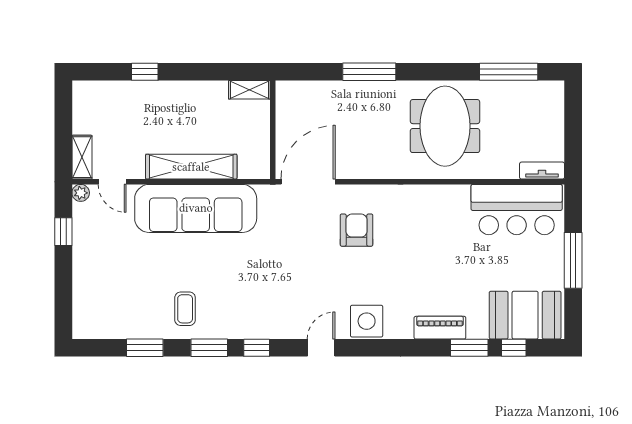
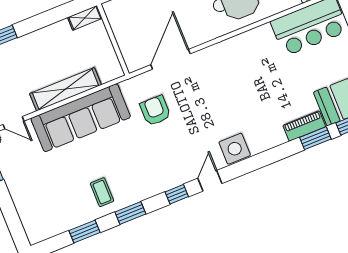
door: (308, 182) -> (171, 59), moved
armchair: (357, 230) -> (155, 111), moved
piano: (440, 328) -> (304, 126), moved
window: (257, 348) -> (177, 194), moved

